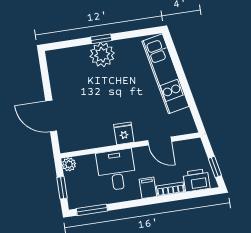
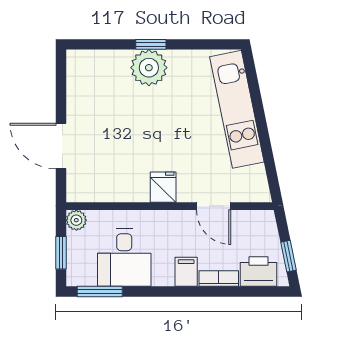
desk: (116, 170) -> (124, 258), moved, turned 180

